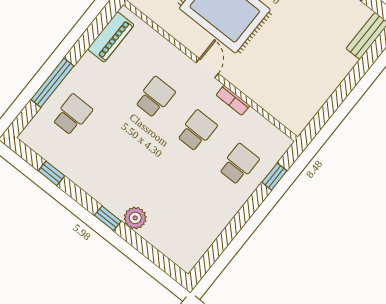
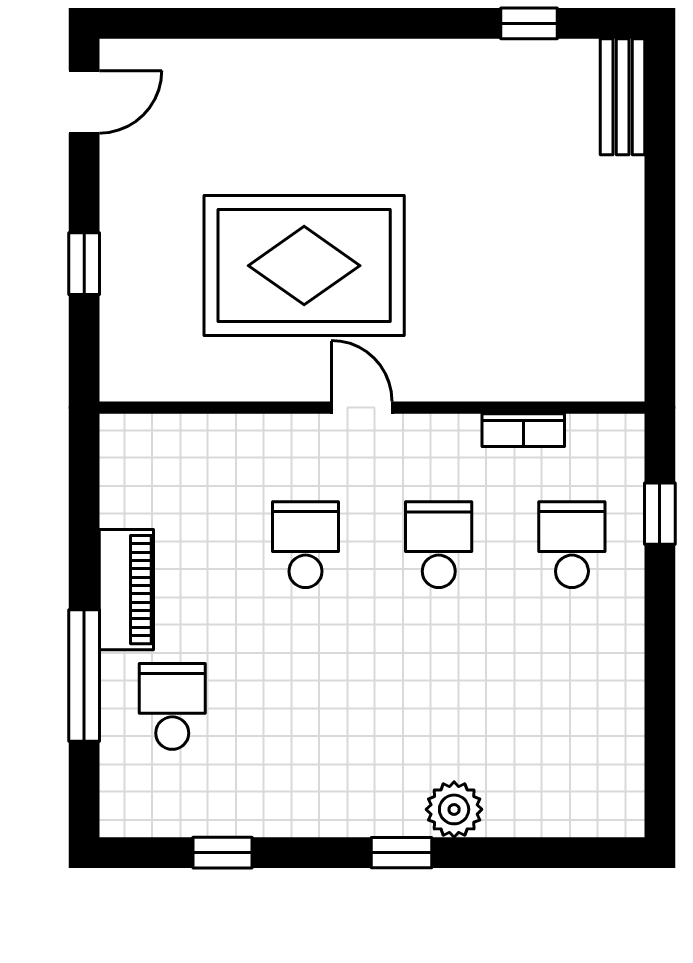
piano: (111, 37) -> (126, 590), moved
bookcase: (233, 100) -> (523, 430), moved

